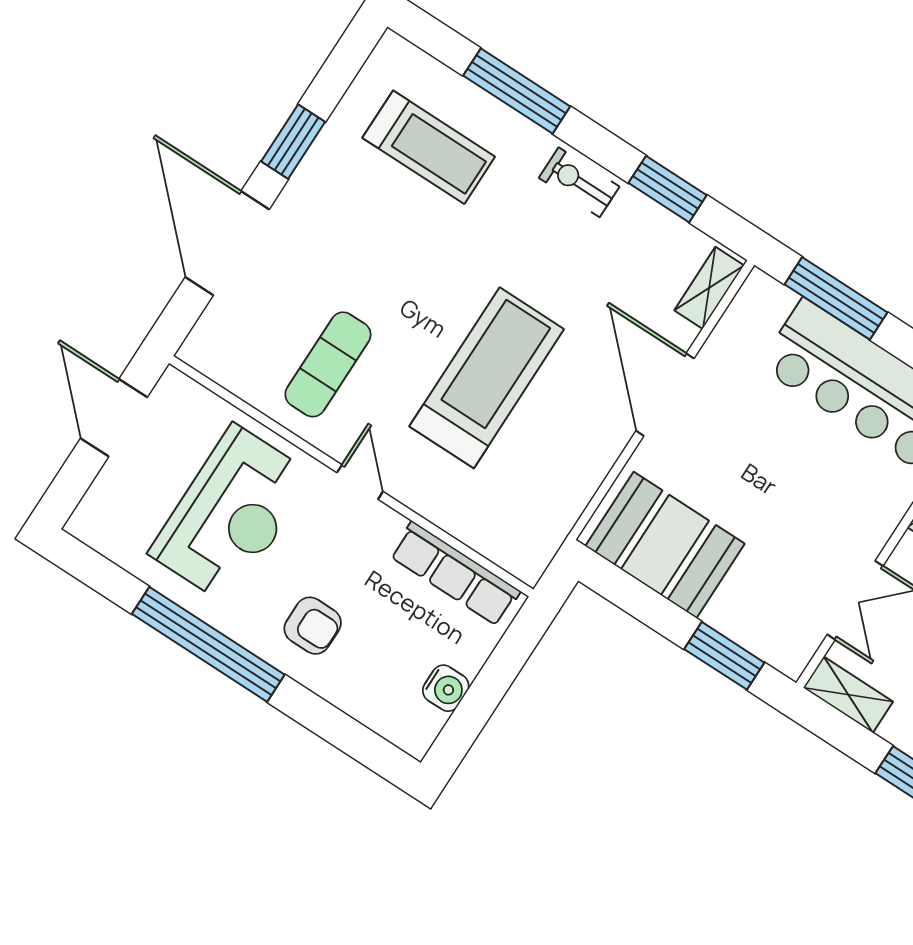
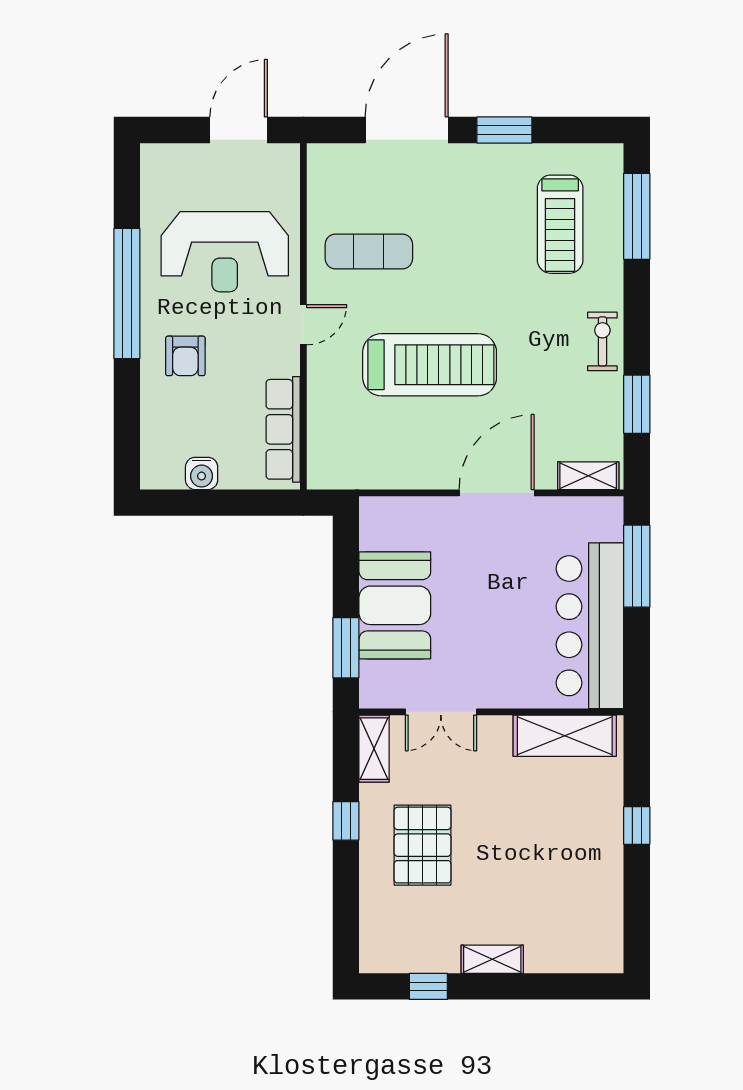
window: (517, 91) -> (637, 216), moved
booth: (665, 545) -> (395, 605), moved

